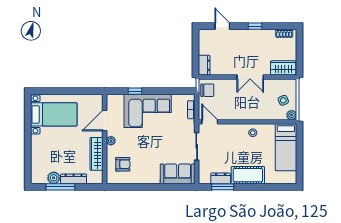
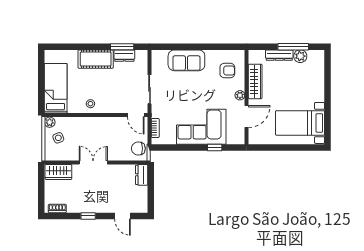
armchair: (123, 164) -> (227, 70), turned 180
sofa: (178, 174) -> (186, 60), moved

